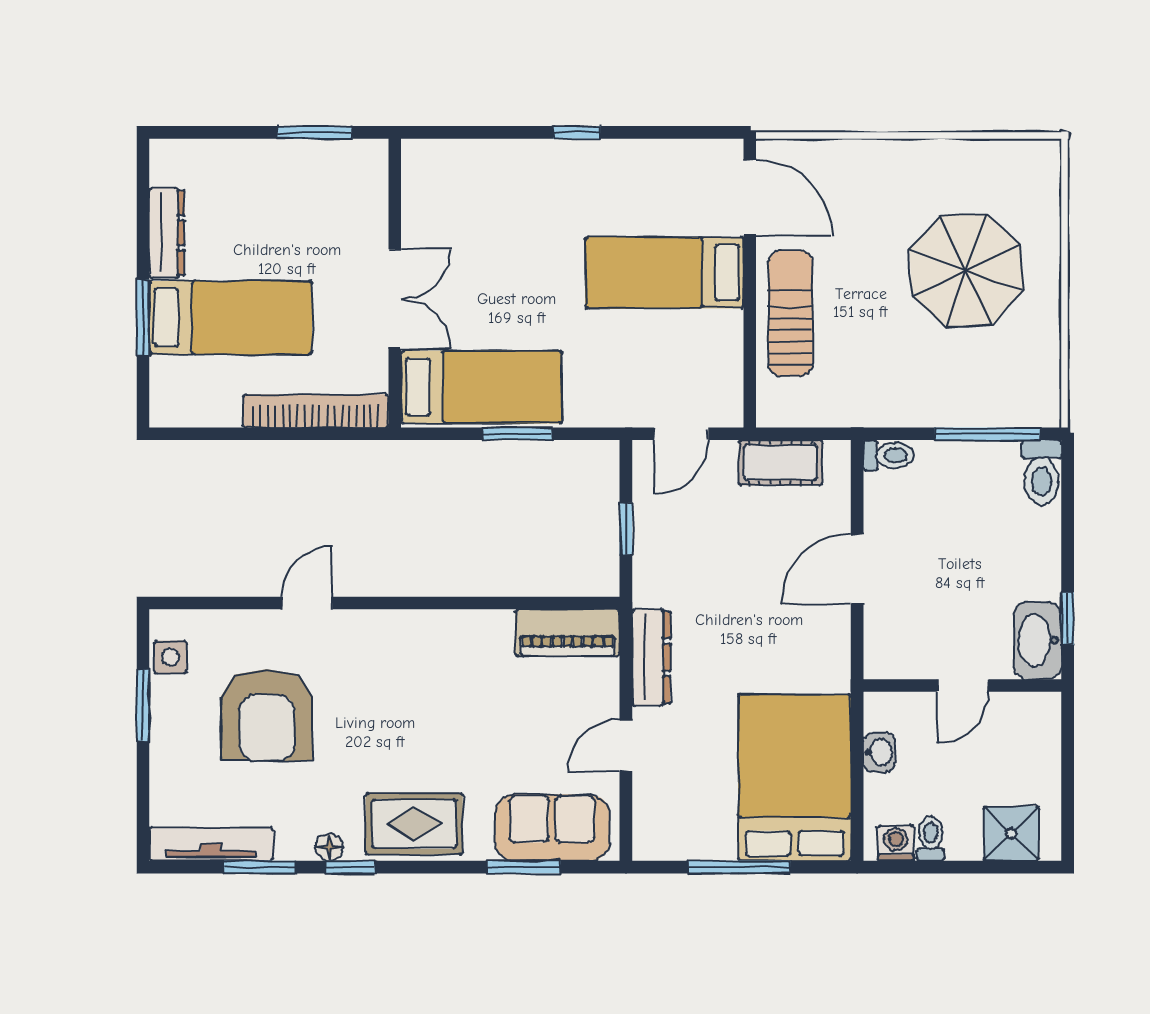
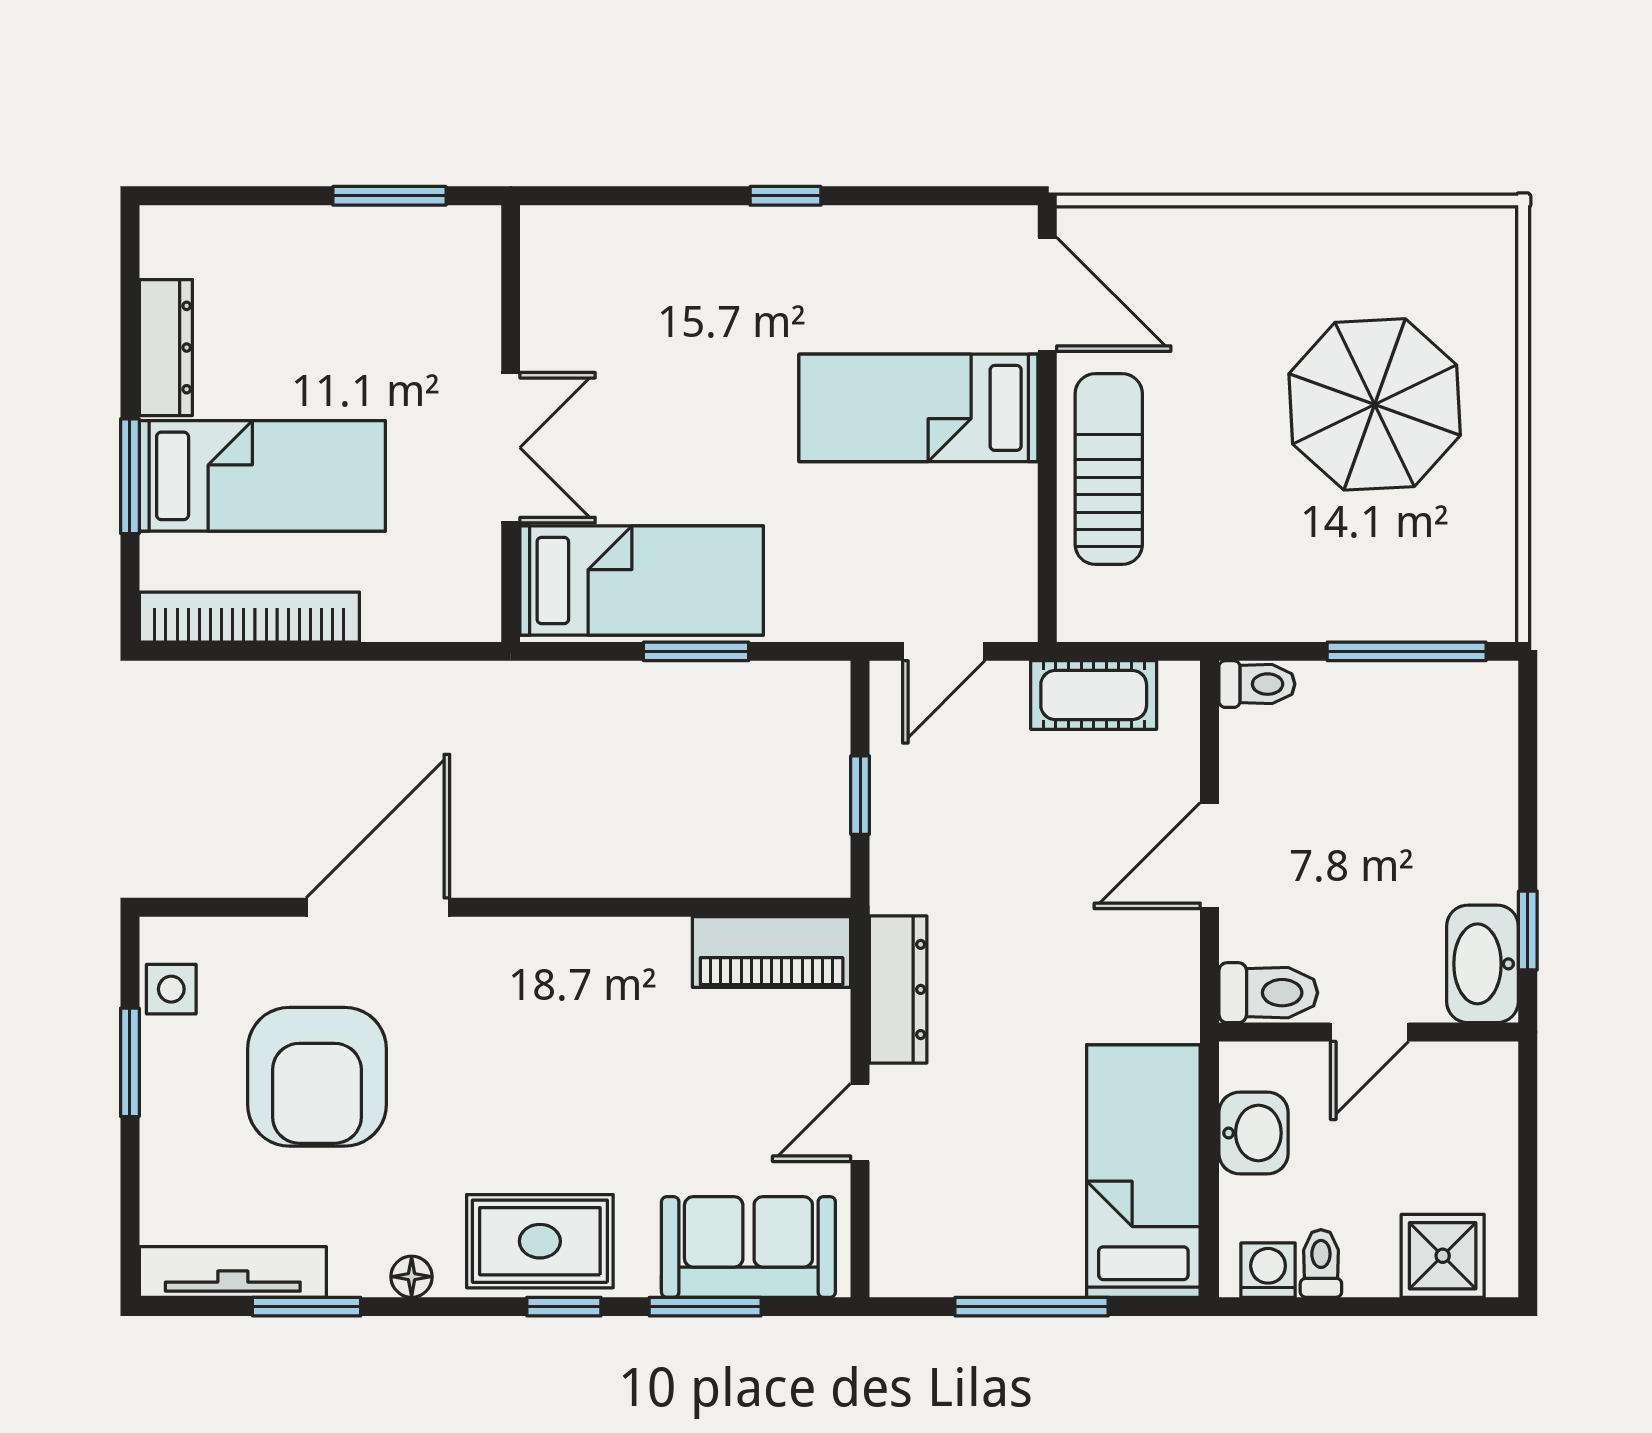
bookcase: (316, 411) -> (249, 617), moved
toilet: (1042, 473) -> (1268, 993), moved, turned -90
door: (307, 603) -> (378, 907), width x1.87
washbasin: (879, 752) -> (1254, 1133), width x1.38, depth x1.45
bed: (795, 777) -> (1143, 1171), width x0.67
window: (350, 867) -> (564, 1307), moved

